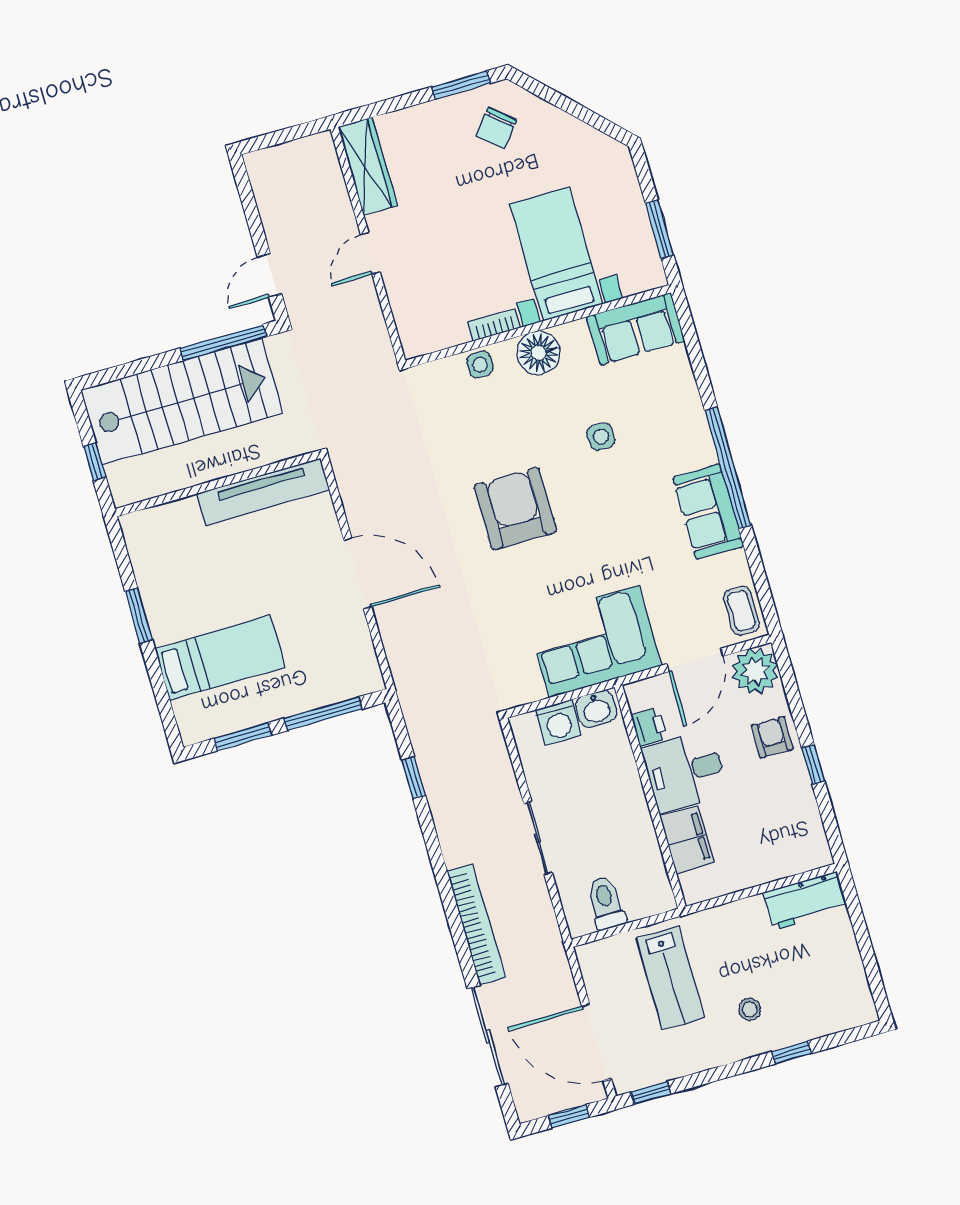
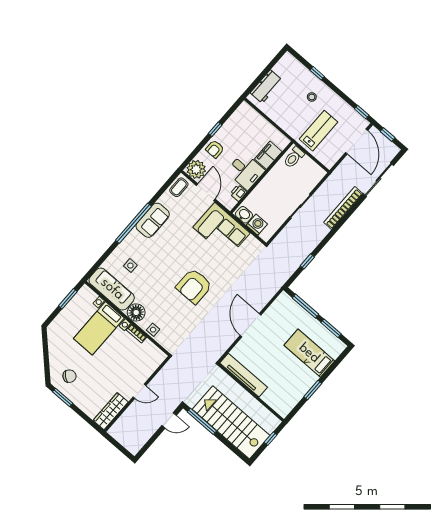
sofa: (636, 329) -> (112, 289), width x1.36
side table: (601, 437) -> (130, 266), moved
door: (695, 660) -> (206, 192), hinge flipped
workbench: (805, 901) -> (266, 87), moved, turned 90
toilet: (606, 903) -> (294, 157), moved

